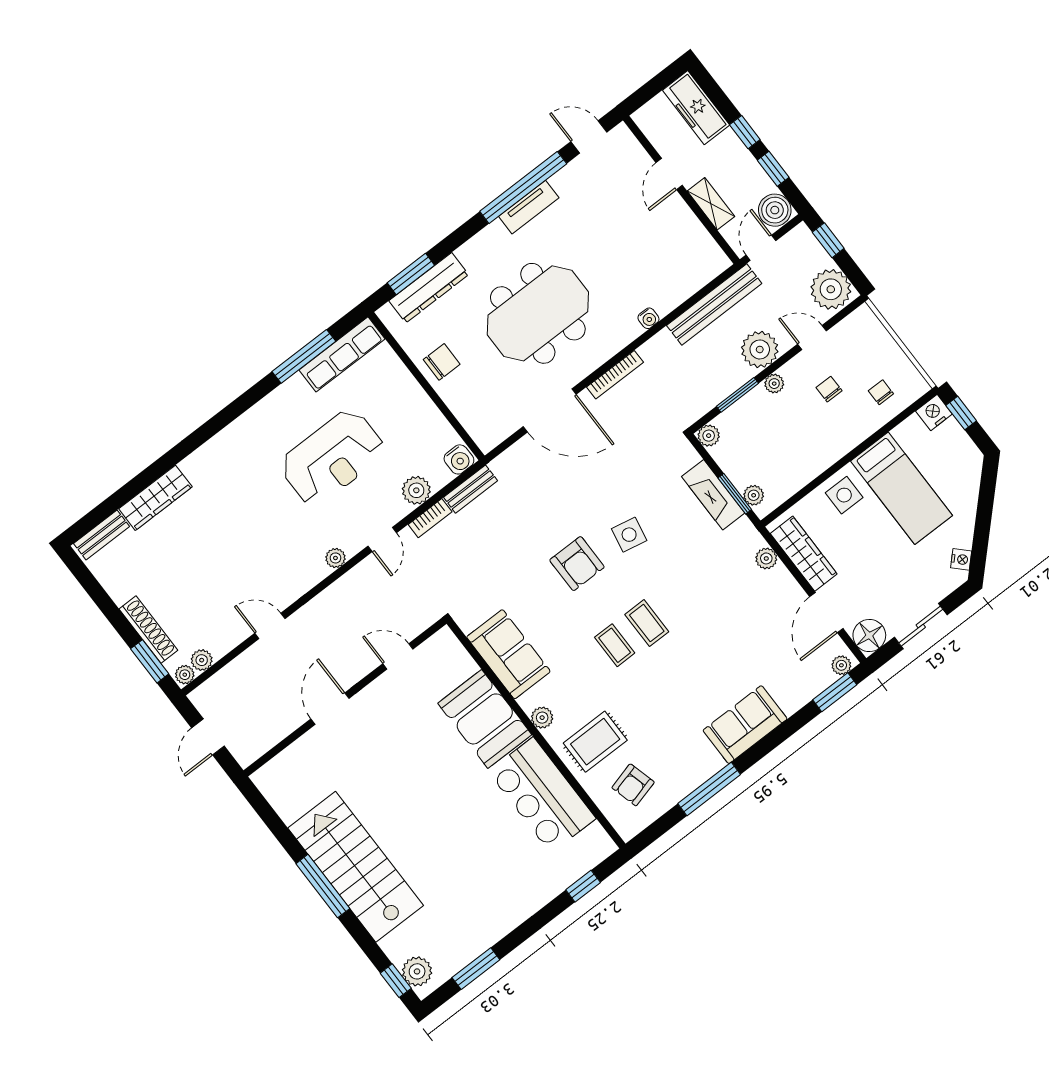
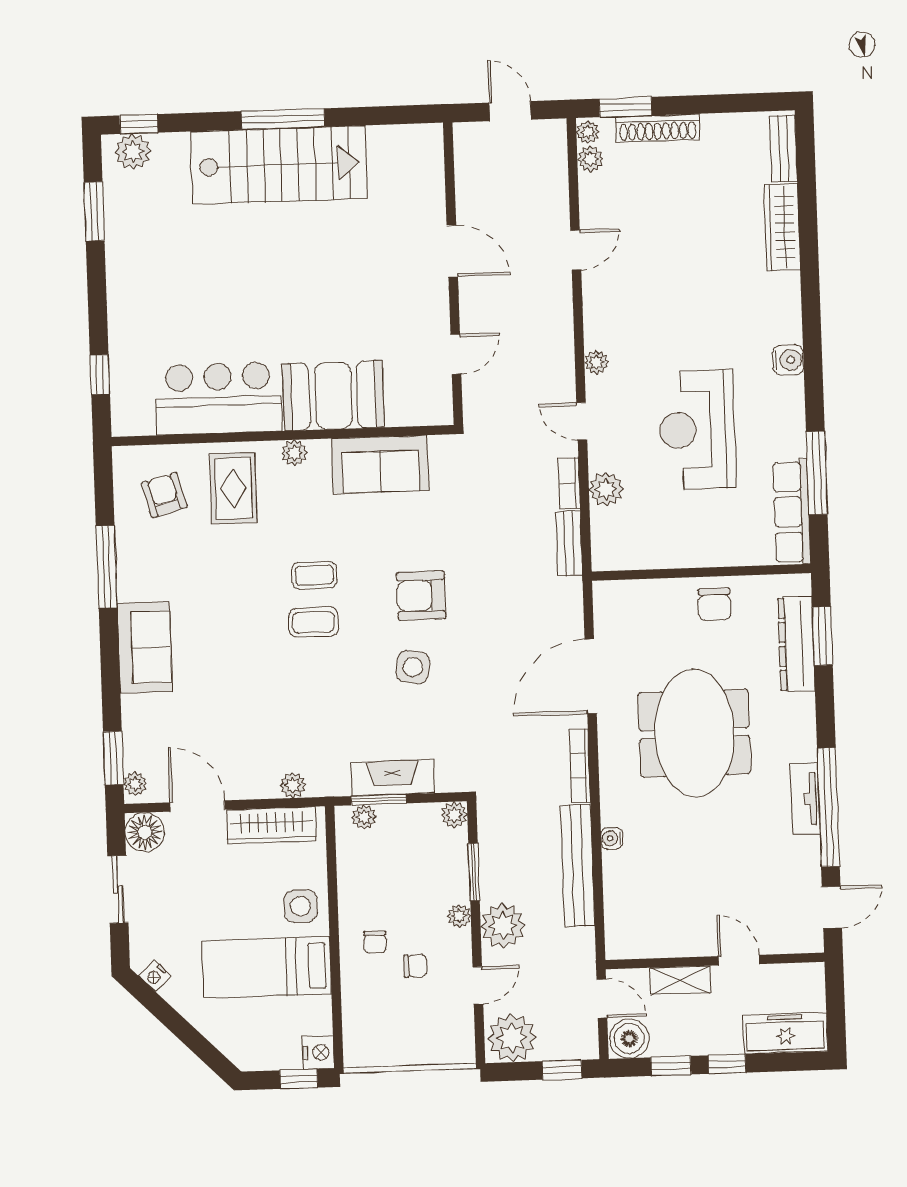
bench: (714, 304) -> (577, 866), moved
chair: (881, 392) -> (375, 942), moved, turned 90
water cooler: (459, 459) -> (788, 360), moved, turned 180

